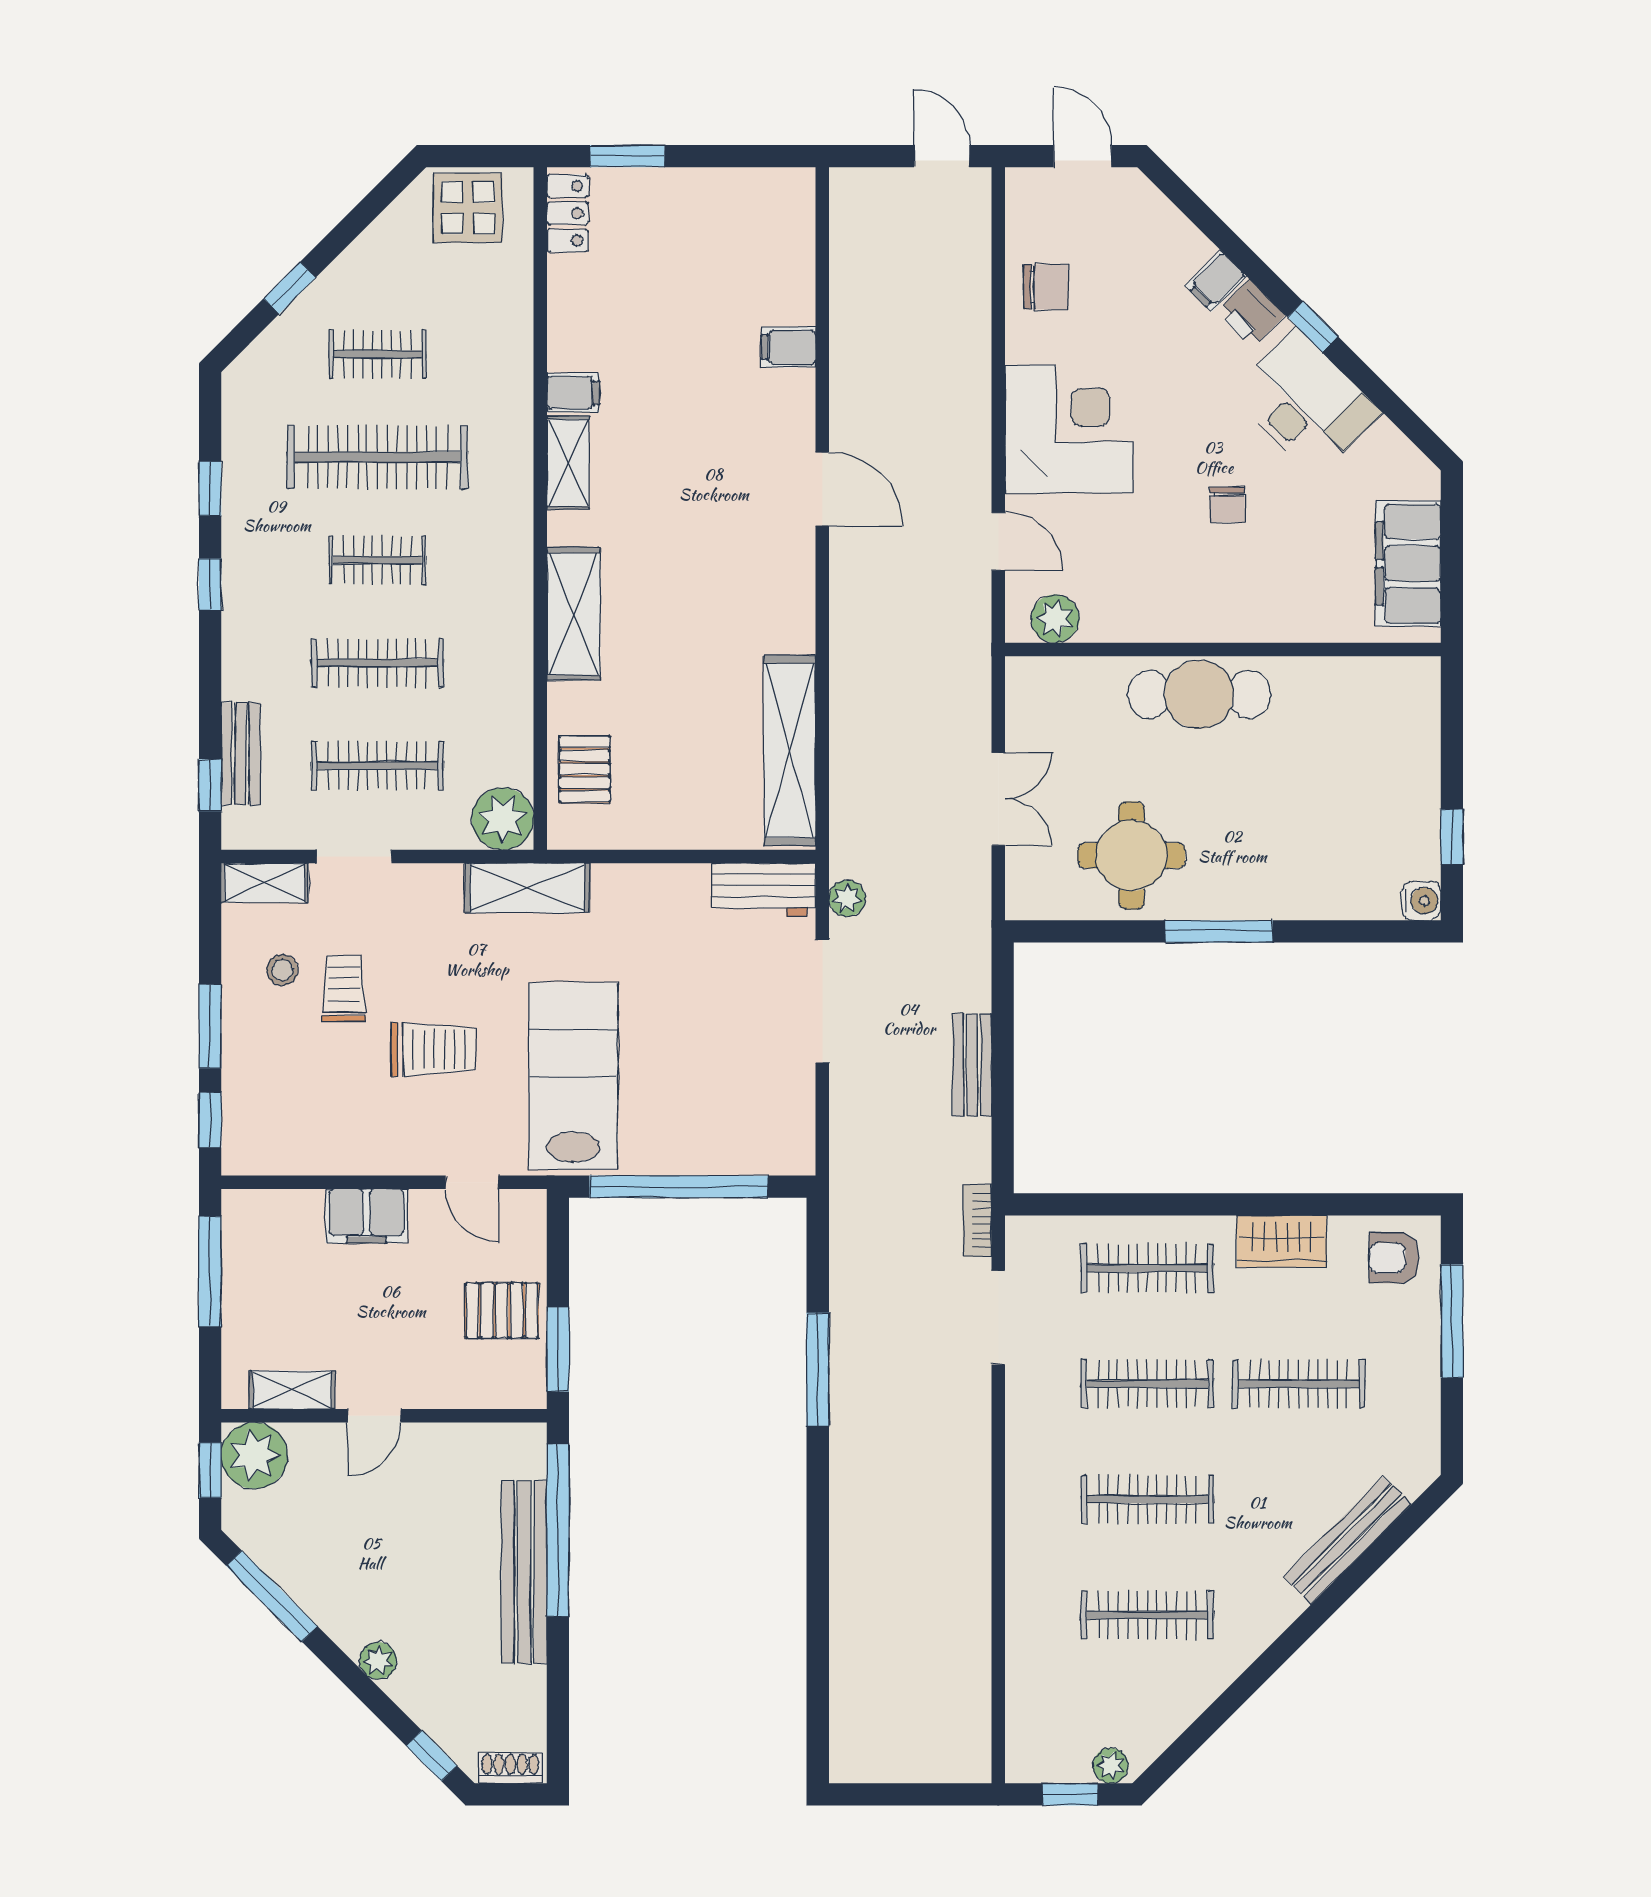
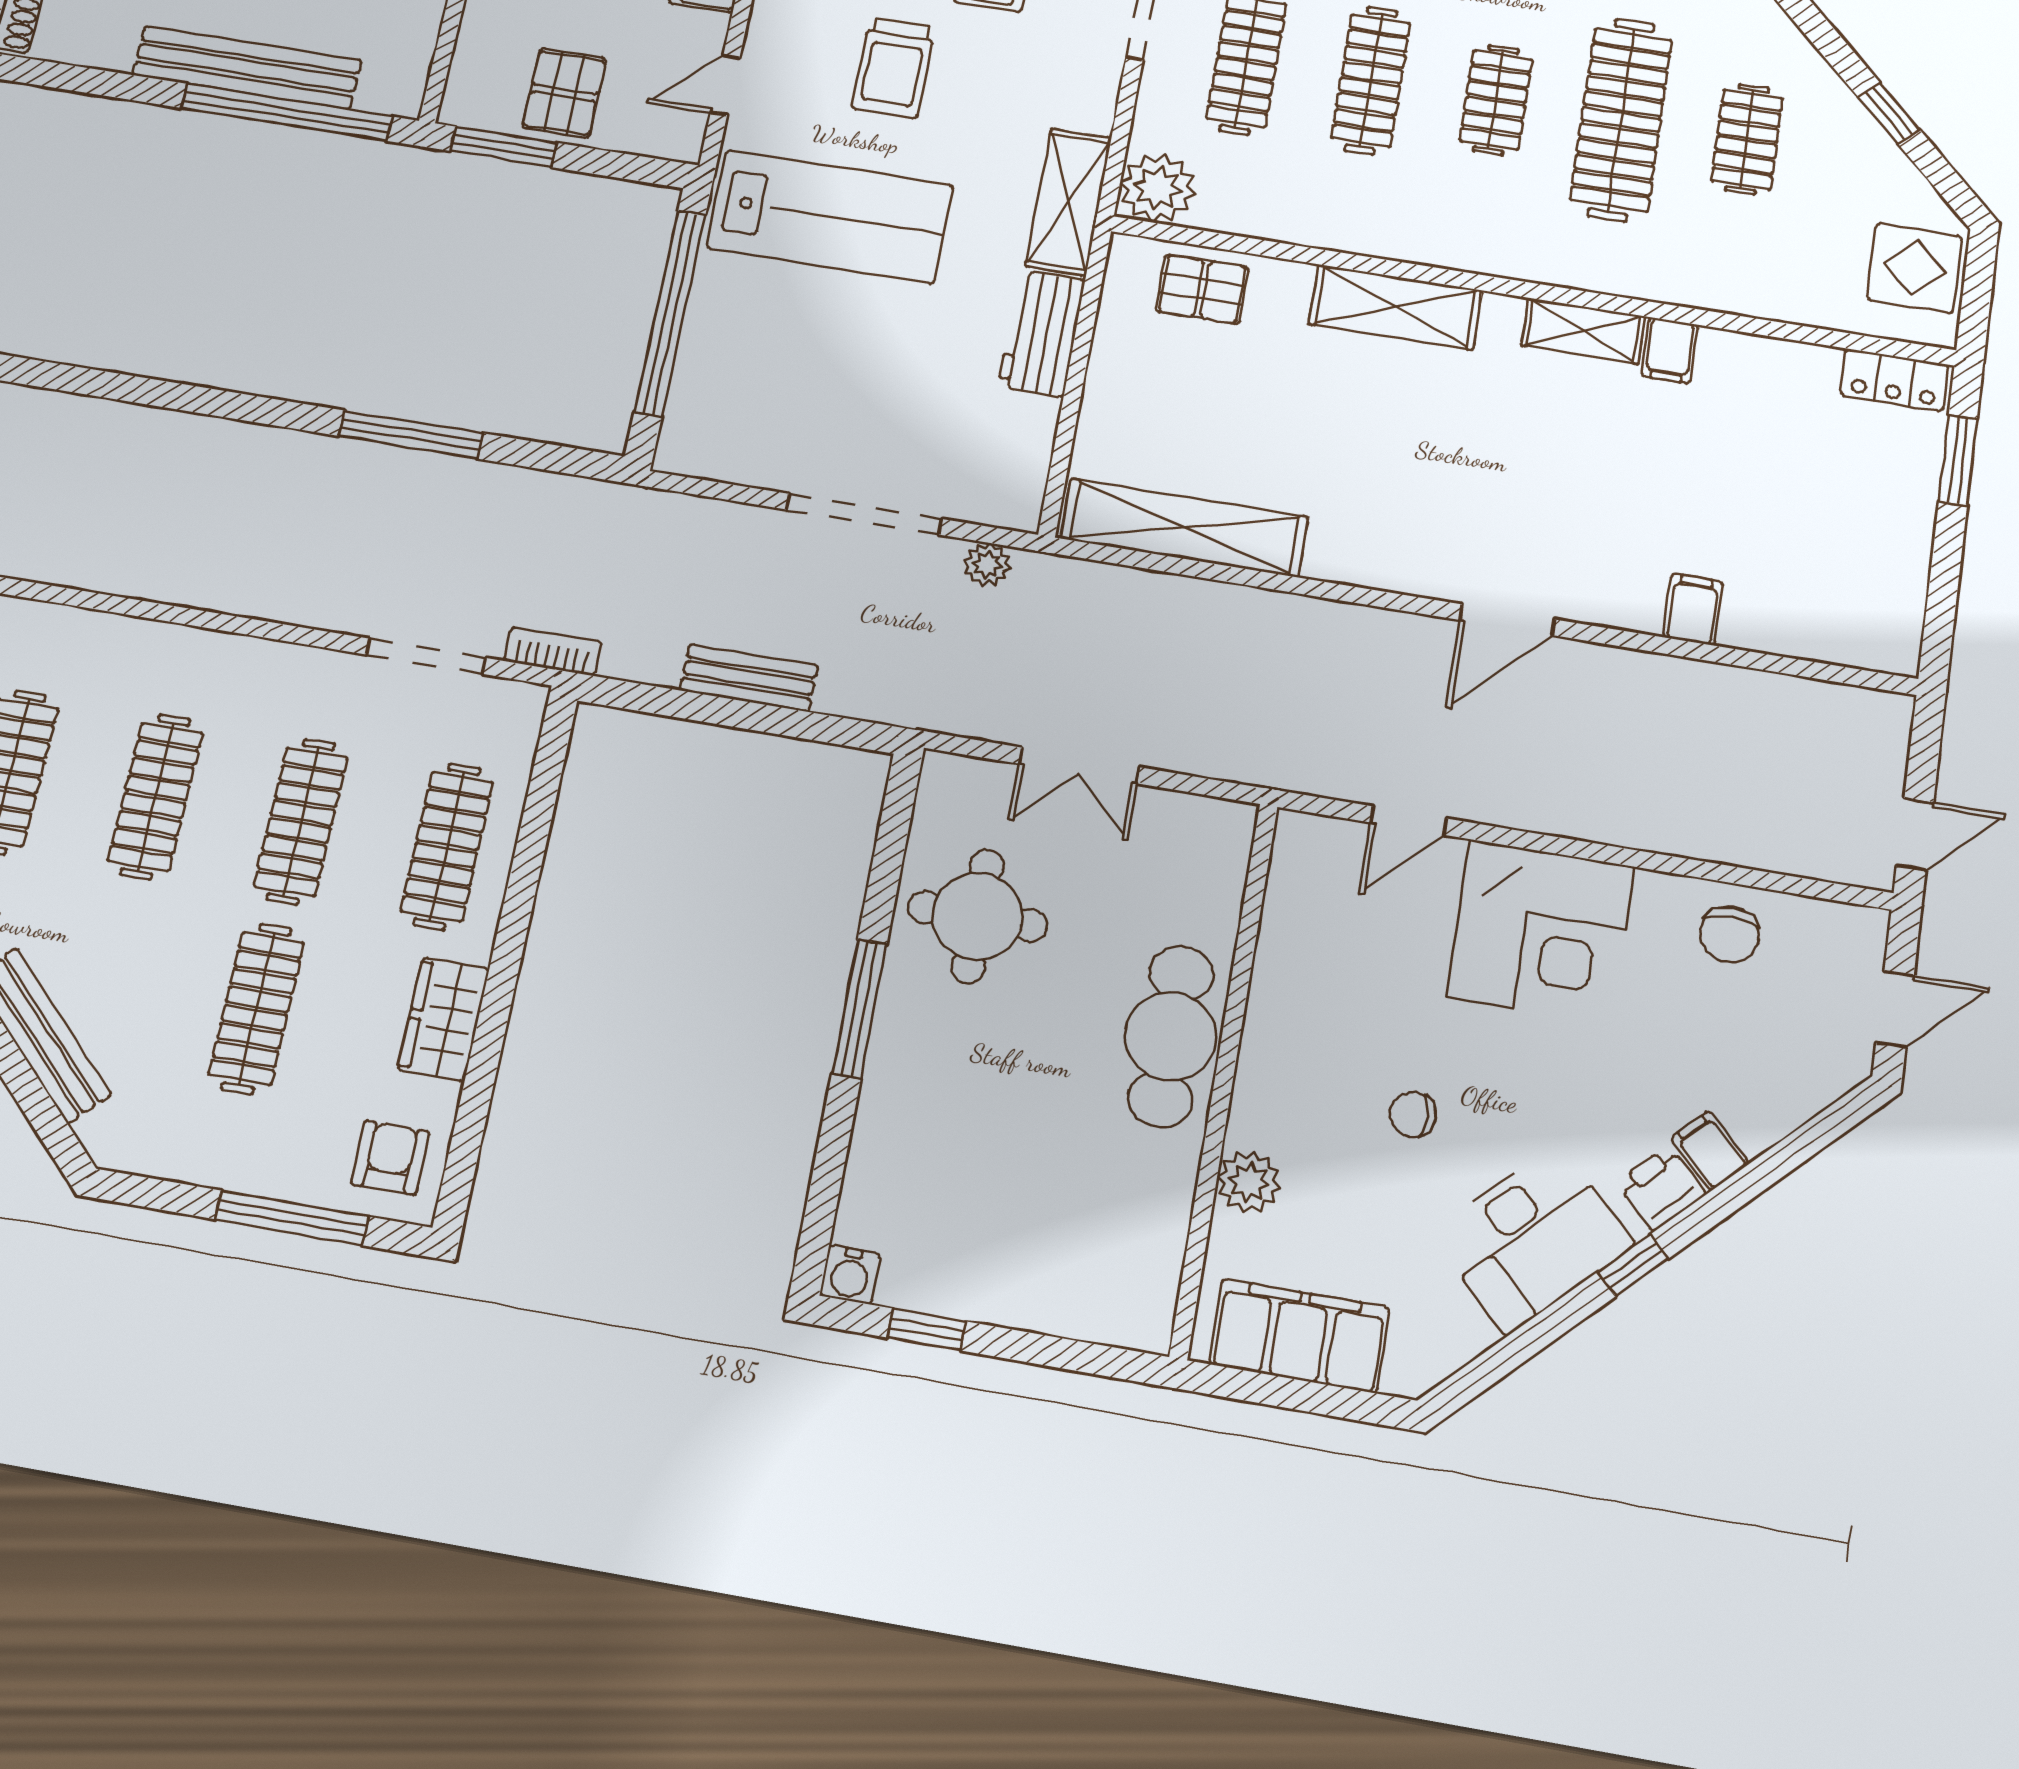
window: (290, 288) -> (1889, 113), moved
plant: (1055, 619) -> (1249, 1182), moved
workbench: (764, 890) -> (1041, 333), moved

